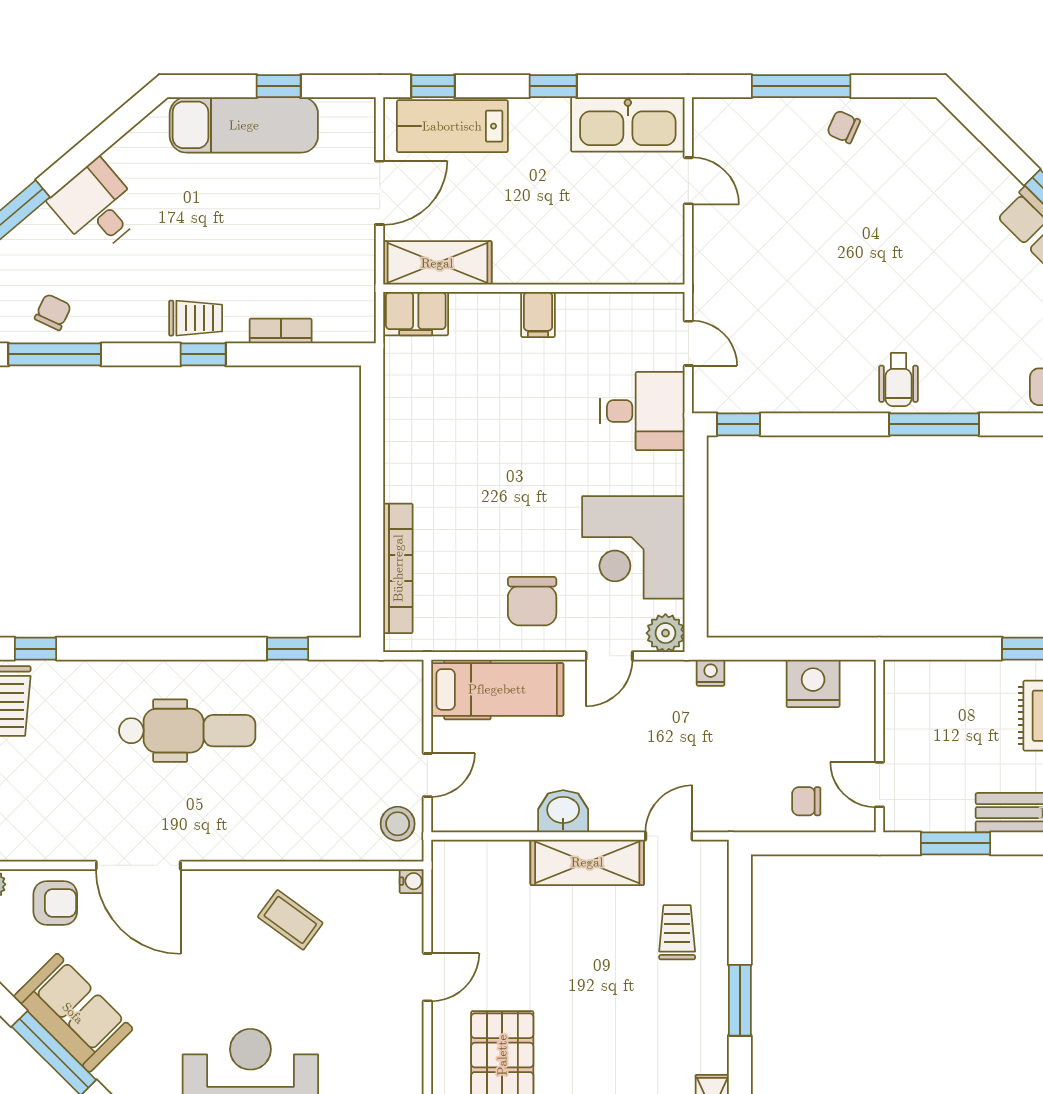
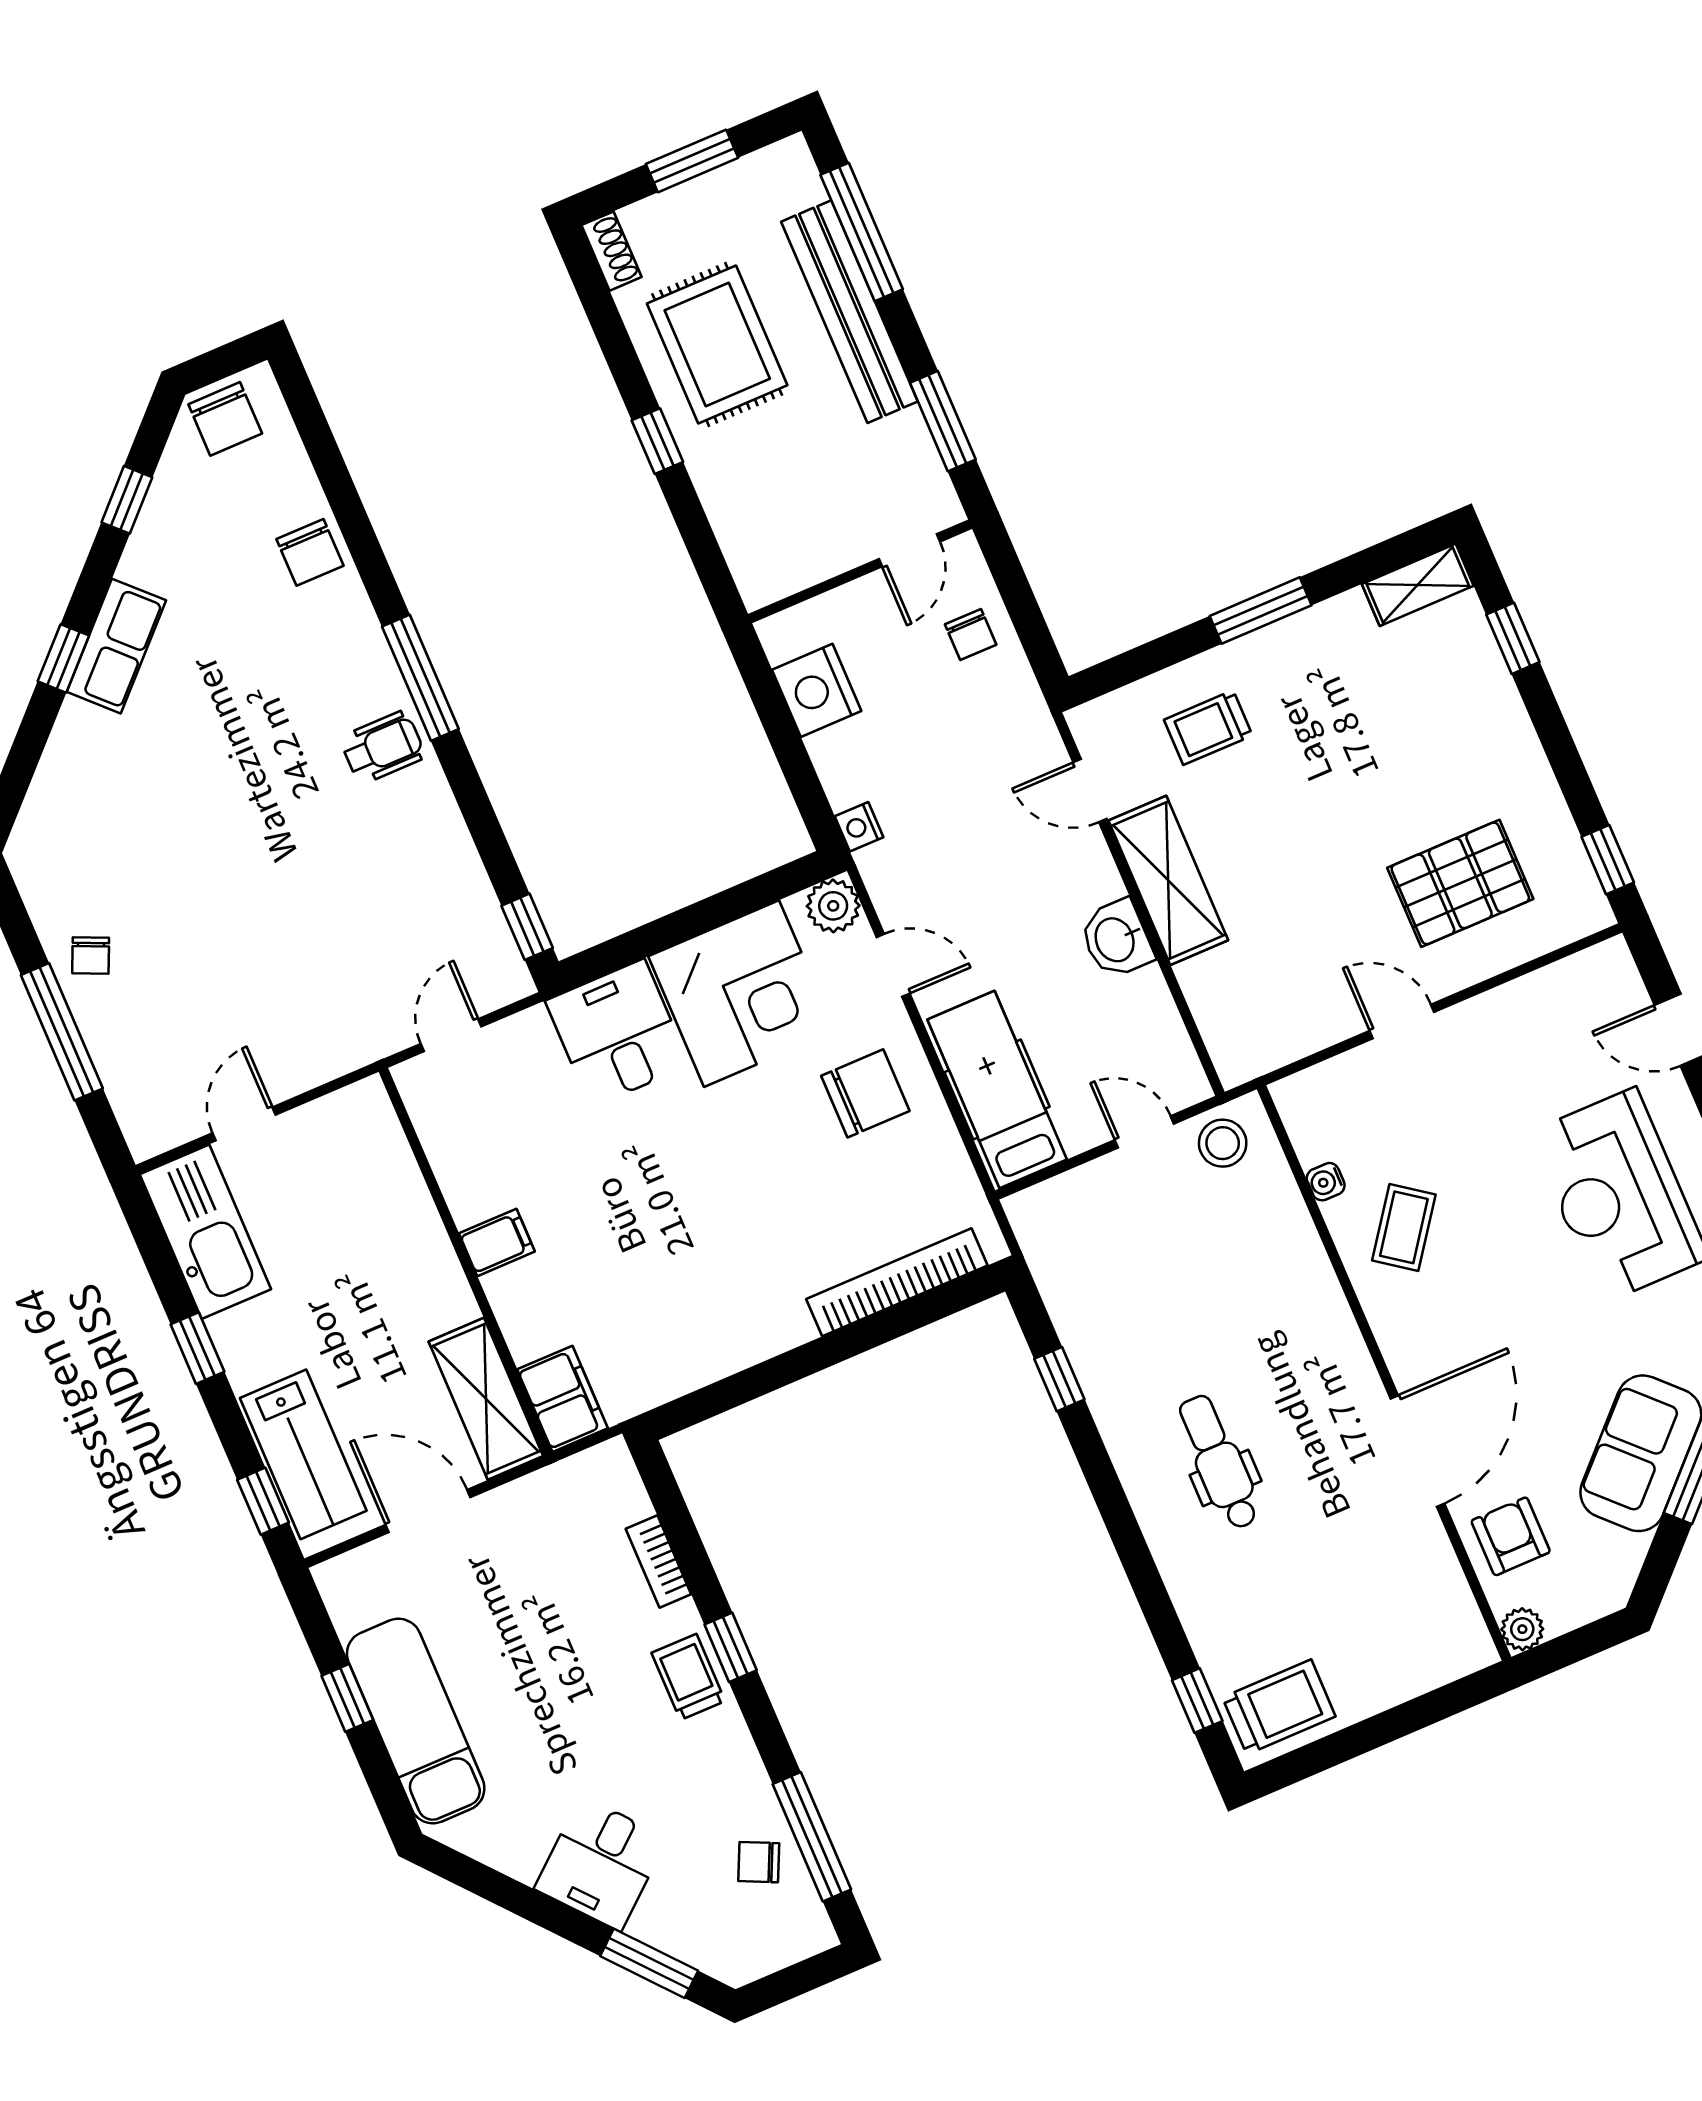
desk: (642, 411) -> (618, 1033), moved
dental chair: (187, 731) -> (1219, 1462), width x0.73, depth x0.72
water cooler: (412, 881) -> (1326, 1182), moved, turned -90

